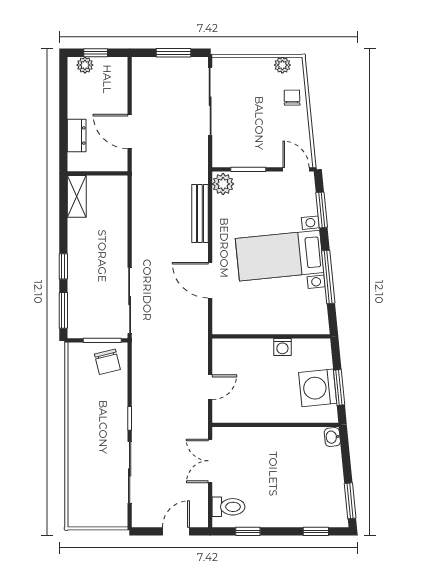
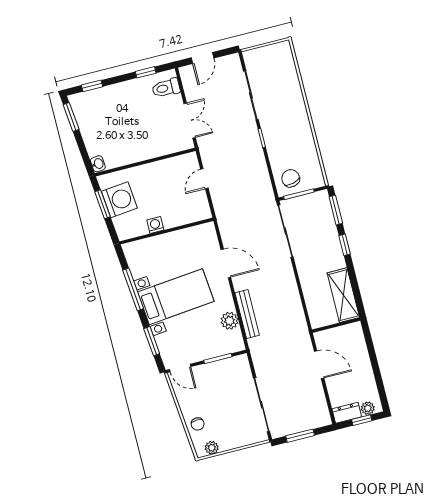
dresser: (77, 136) -> (347, 413), moved, turned 90
plant: (223, 184) -> (229, 321), moved
shelving: (77, 196) -> (343, 295), width x1.50, depth x1.33

